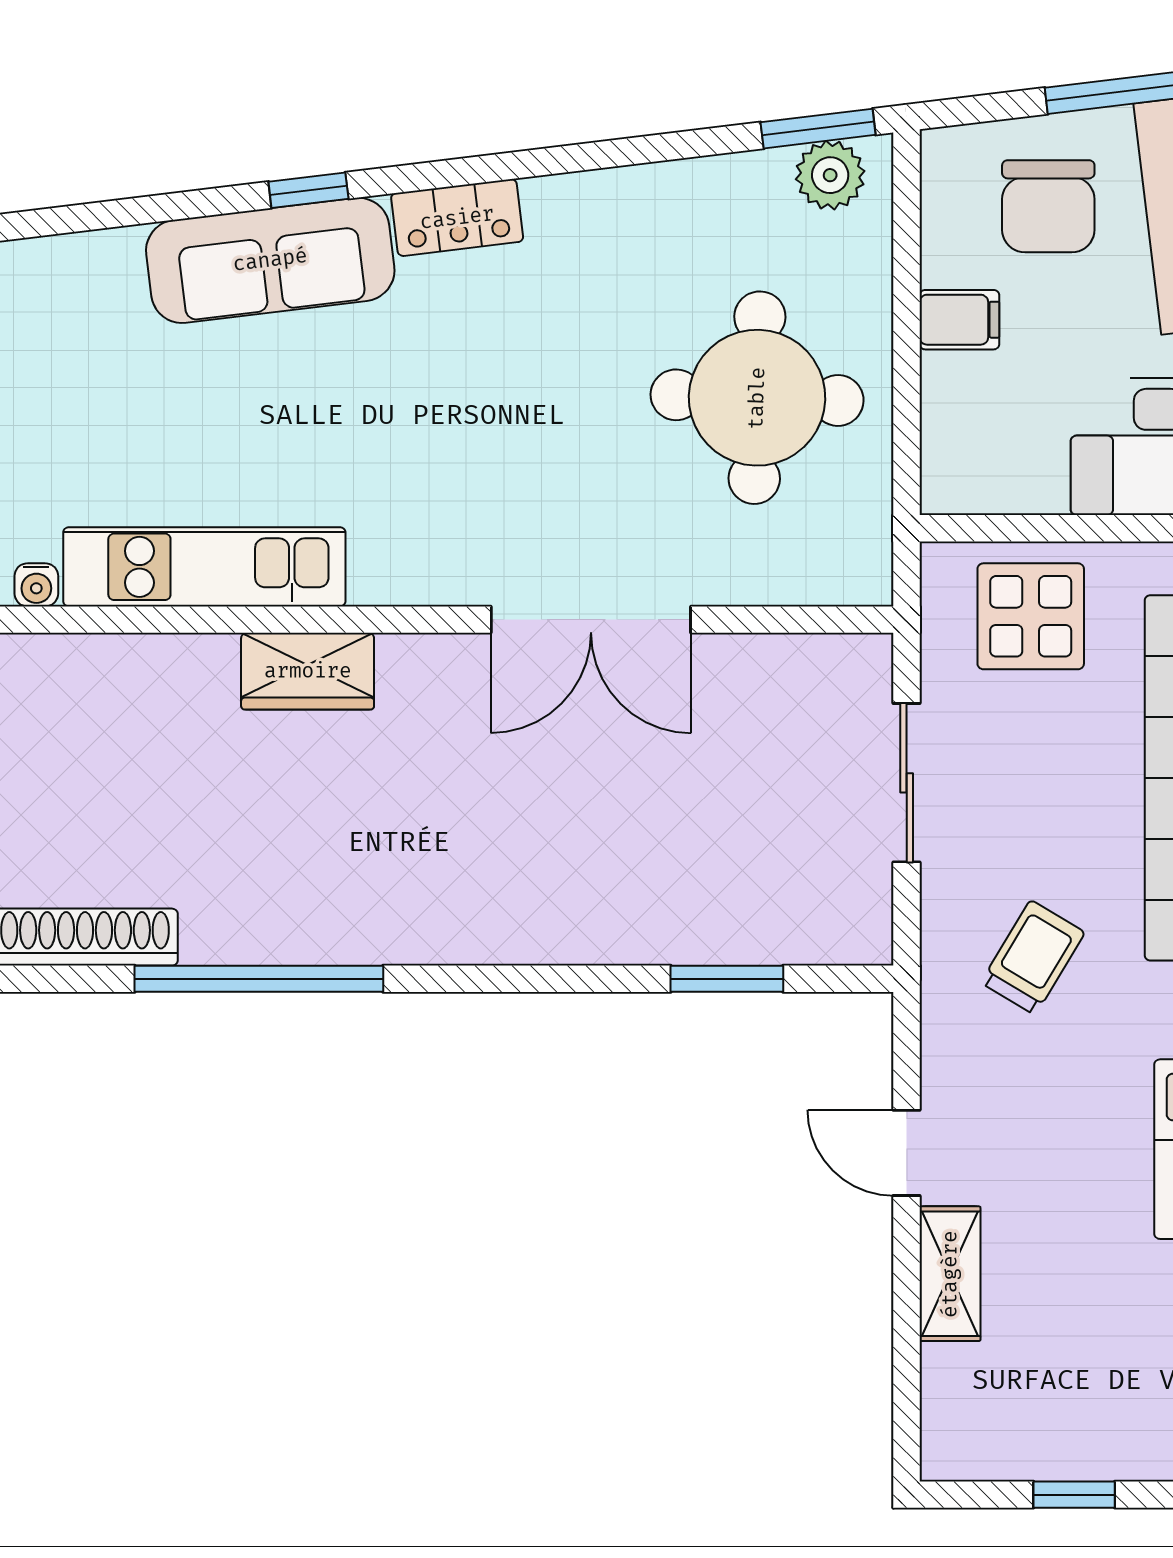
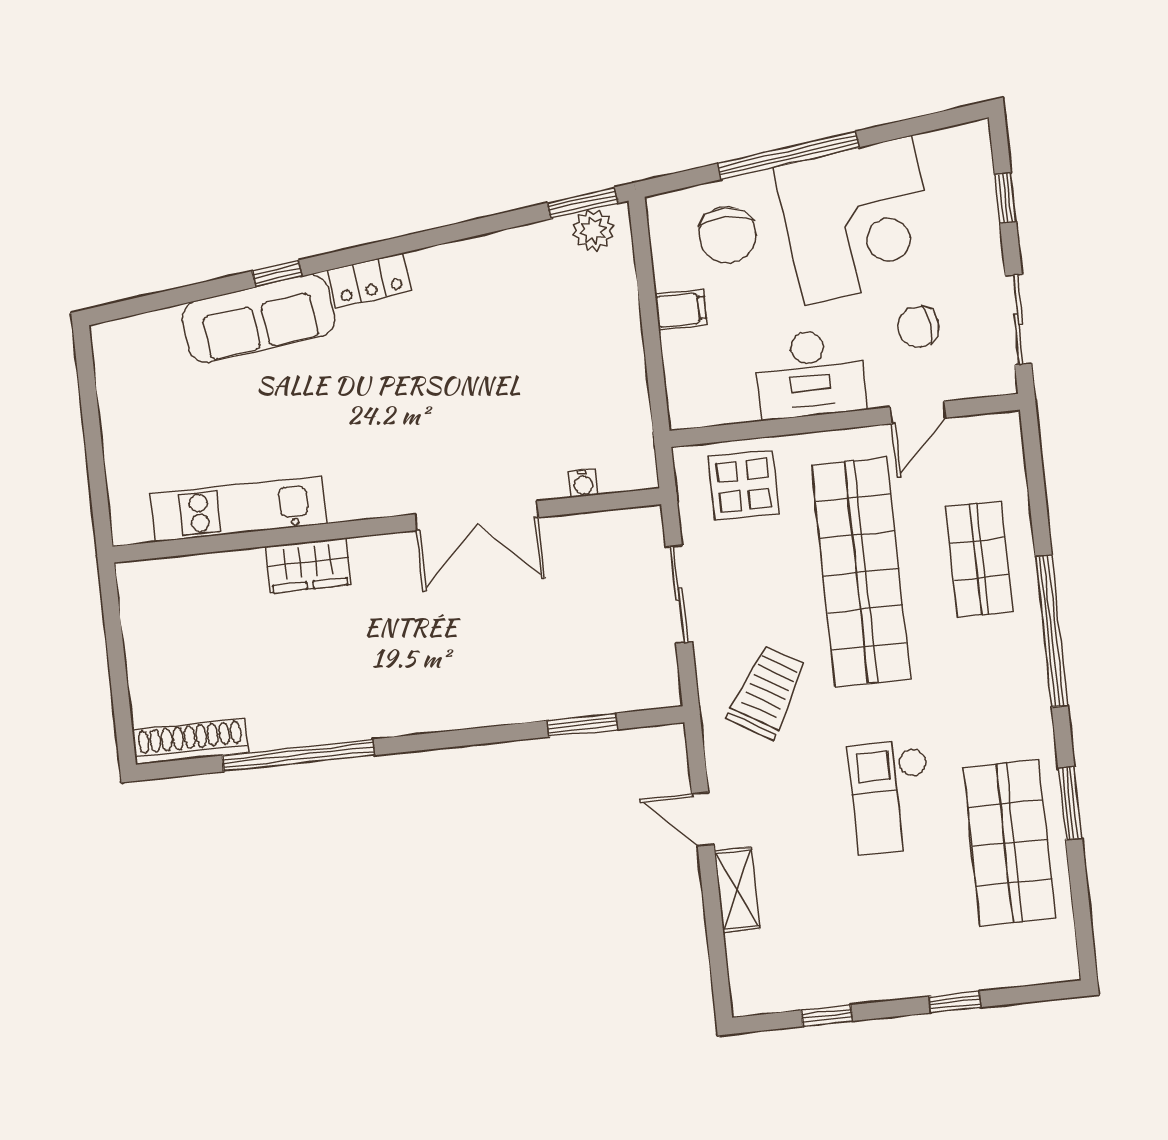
round table: (757, 398) -> (563, 370), removed
water cooler: (36, 585) -> (583, 483), moved
trolley: (1033, 957) -> (767, 692), width x1.36, depth x1.39

